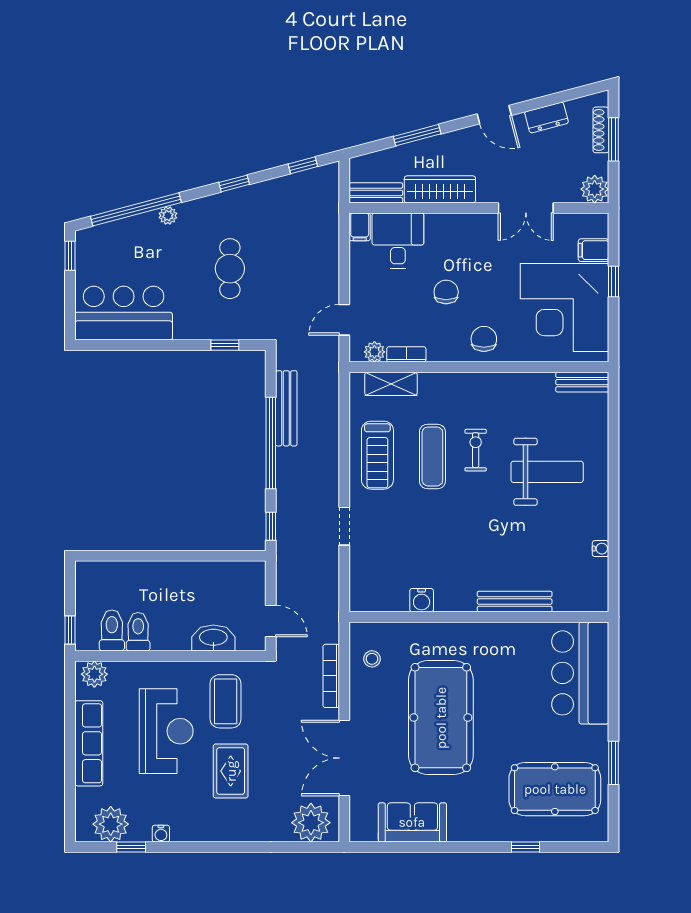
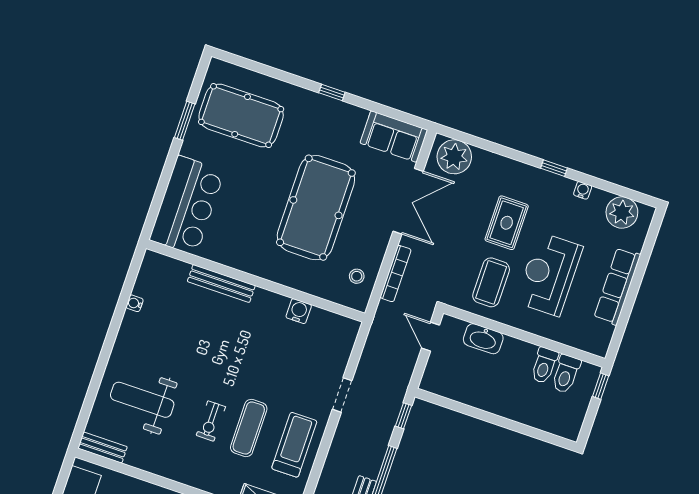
weight bench: (547, 472) -> (142, 400), moved
plant: (94, 674) -> (593, 342), removed
sofa: (412, 822) -> (394, 136), moved
window: (131, 847) -> (554, 168), moved
window: (525, 847) -> (332, 93), moved

